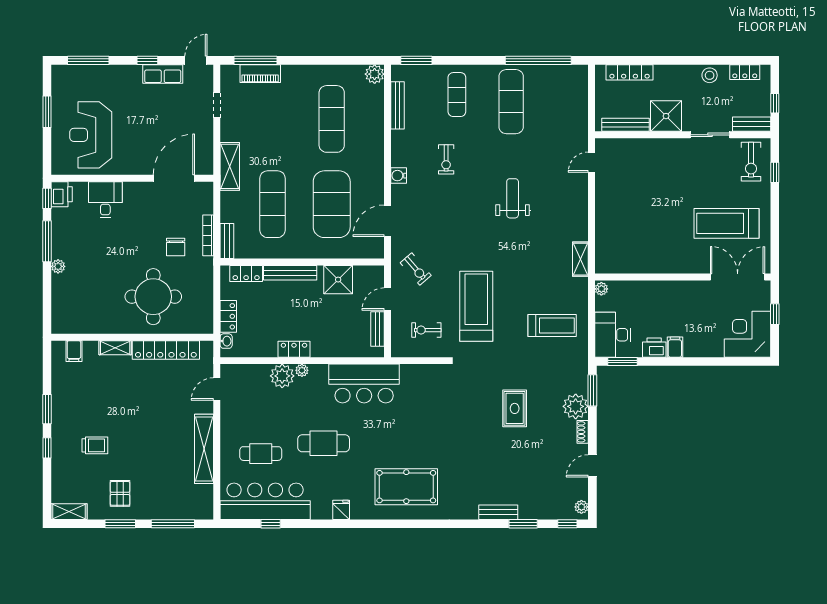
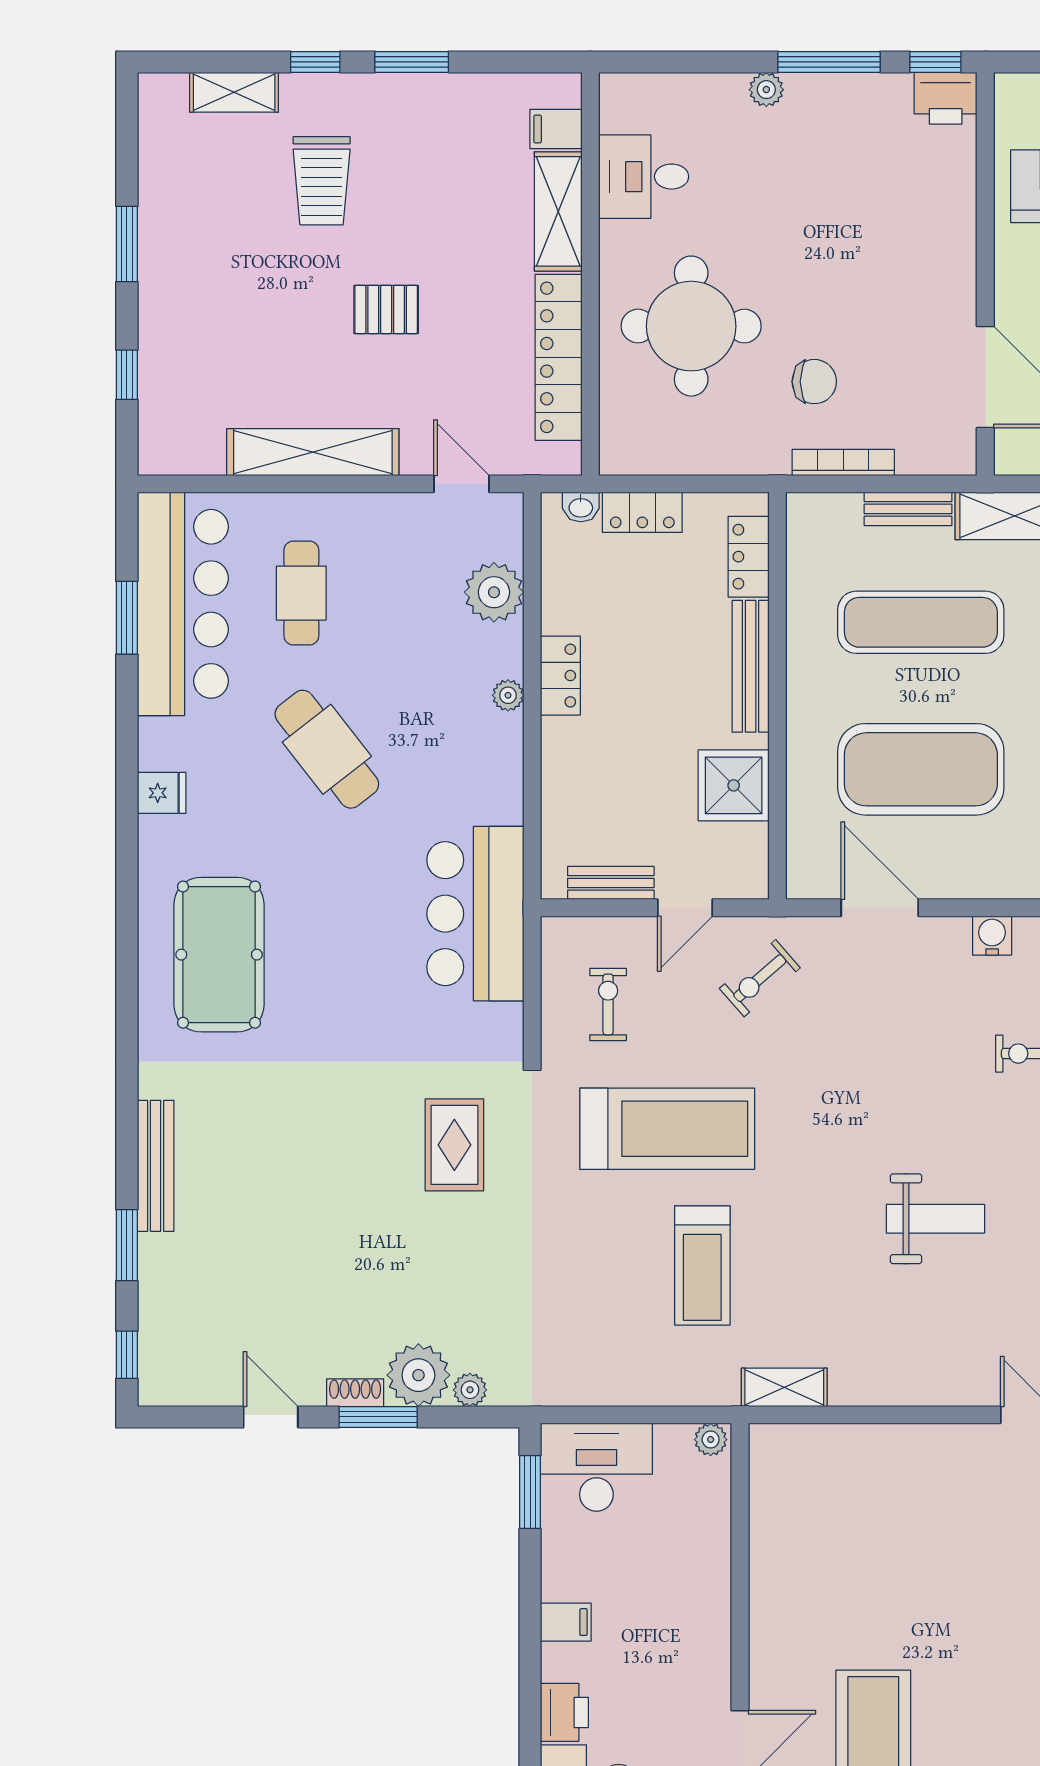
desk: (105, 200) -> (644, 177), moved, turned 180
bench: (227, 241) -> (908, 509), moved
chair: (176, 247) -> (814, 382), turned 180
door: (387, 299) -> (685, 908), swing flipped
treadmill: (552, 326) -> (702, 1265), moved
shelving: (115, 348) -> (558, 211), width x1.50, depth x1.33
printer: (654, 348) -> (564, 1712), moved
plant: (282, 376) -> (494, 592), moved
bar counter: (364, 384) -> (475, 914), moved
window: (592, 390) -> (378, 1417), moved
rug: (515, 408) -> (454, 1145), moved, turned 90
cafe table: (324, 443) -> (327, 749), turned -38
trolley: (95, 445) -> (322, 181), width x1.36, depth x1.39
pallet: (120, 493) -> (386, 309), moved
plant: (581, 507) -> (470, 1390), moved
shelving: (69, 512) -> (234, 92), moved, turned 90
bench: (498, 512) -> (156, 1166), width x1.36
window: (173, 524) -> (127, 375), width x0.46
window: (271, 524) -> (127, 618), width x1.50

